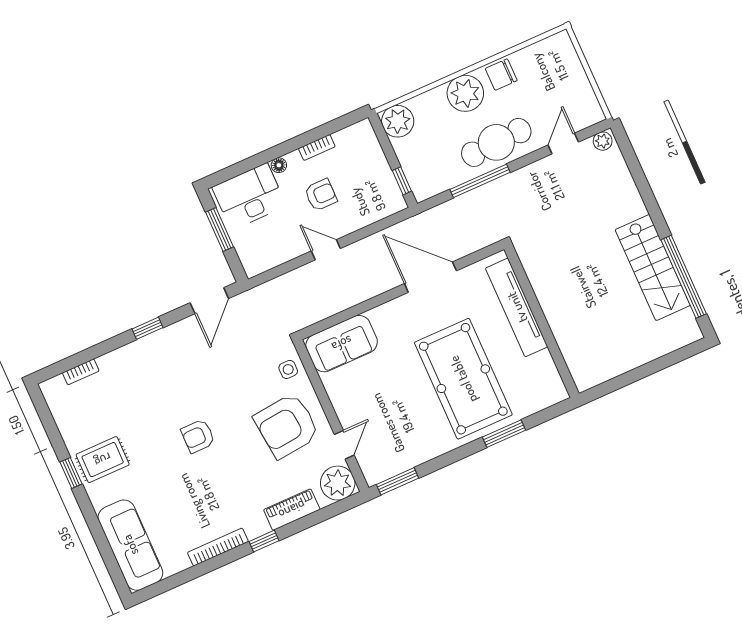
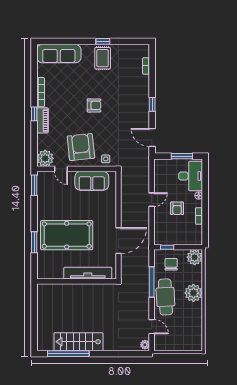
chair: (501, 75) -> (171, 264), moved
sofa: (342, 344) -> (92, 181), moved, turned -90
armchair: (198, 436) -> (94, 105), turned 90
piano: (292, 510) -> (42, 120), moved

